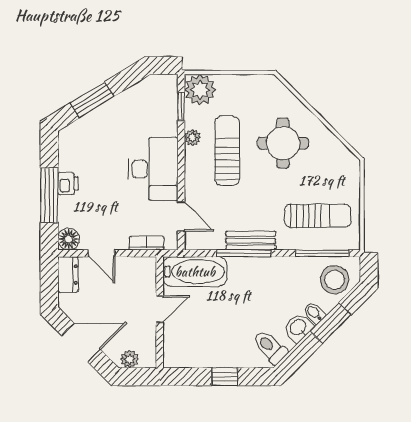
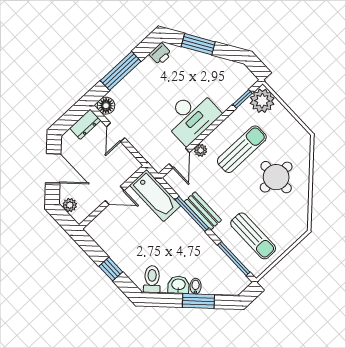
plant: (192, 138) -> (201, 150), moved
printer: (68, 184) -> (160, 54), moved
bookcase: (147, 243) -> (145, 152), removed
stool: (335, 280) -> (225, 280), removed

